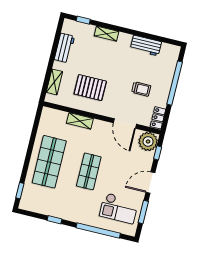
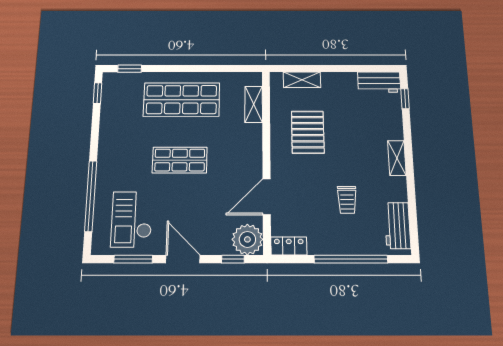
shelving: (106, 34) -> (397, 158), moved
workbench: (146, 45) -> (397, 226), moved
workbench: (64, 48) -> (379, 82), moved
trolley: (141, 89) -> (347, 200), moved
shelving: (80, 121) -> (254, 104), moved
window: (55, 220) -> (98, 93), moved

